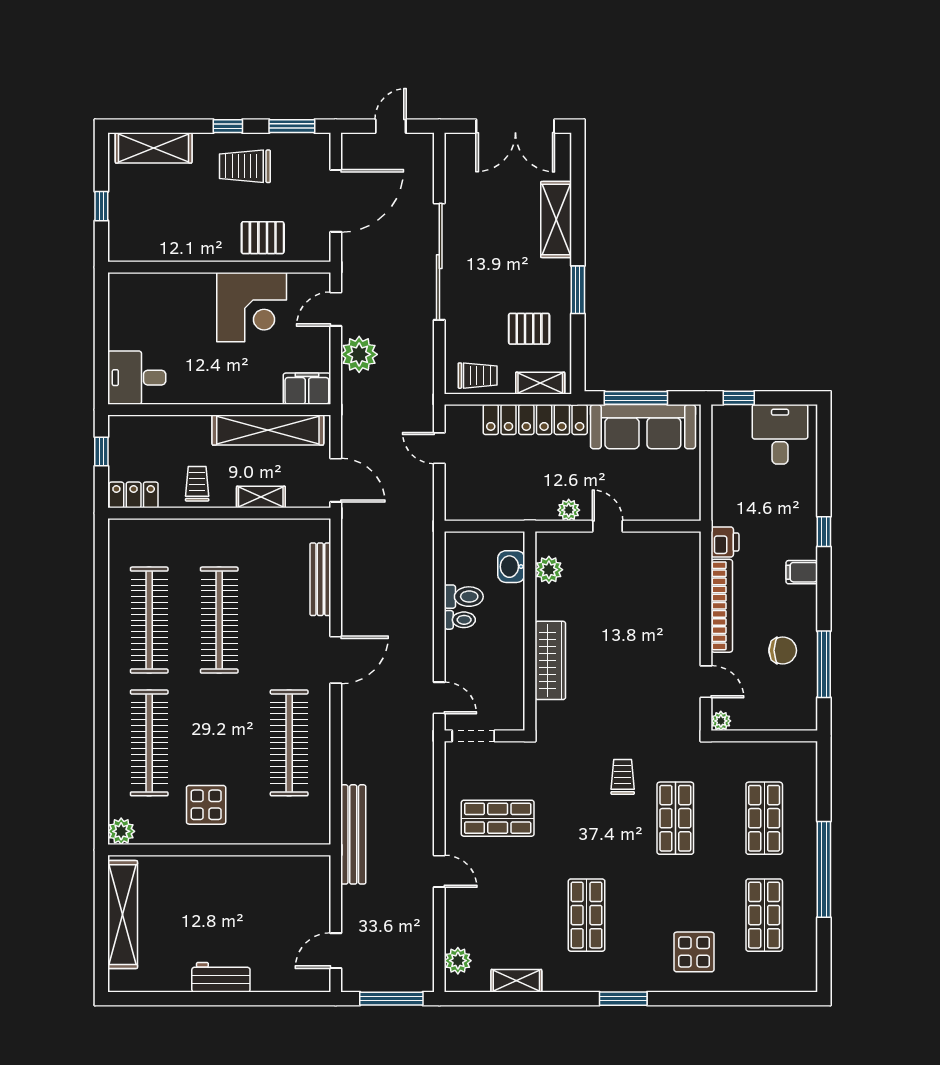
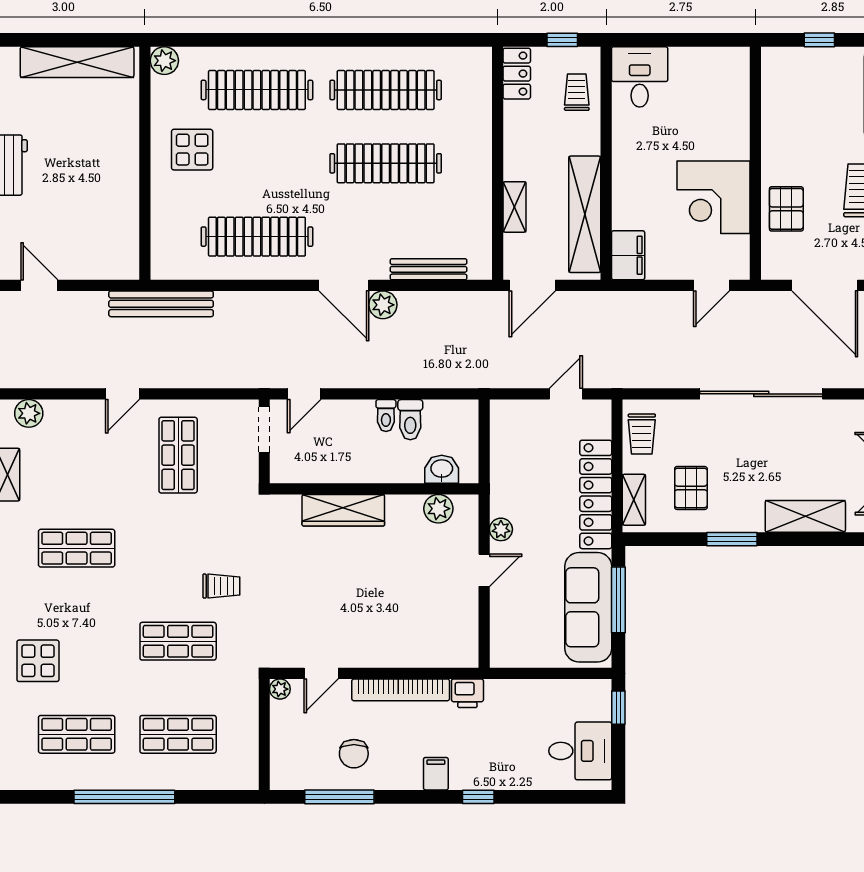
door: (336, 309) -> (711, 285), swing flipped
plant: (359, 354) -> (383, 305), moved, width x0.73, depth x0.73
trolley: (197, 484) -> (577, 92), moved, turned -90

